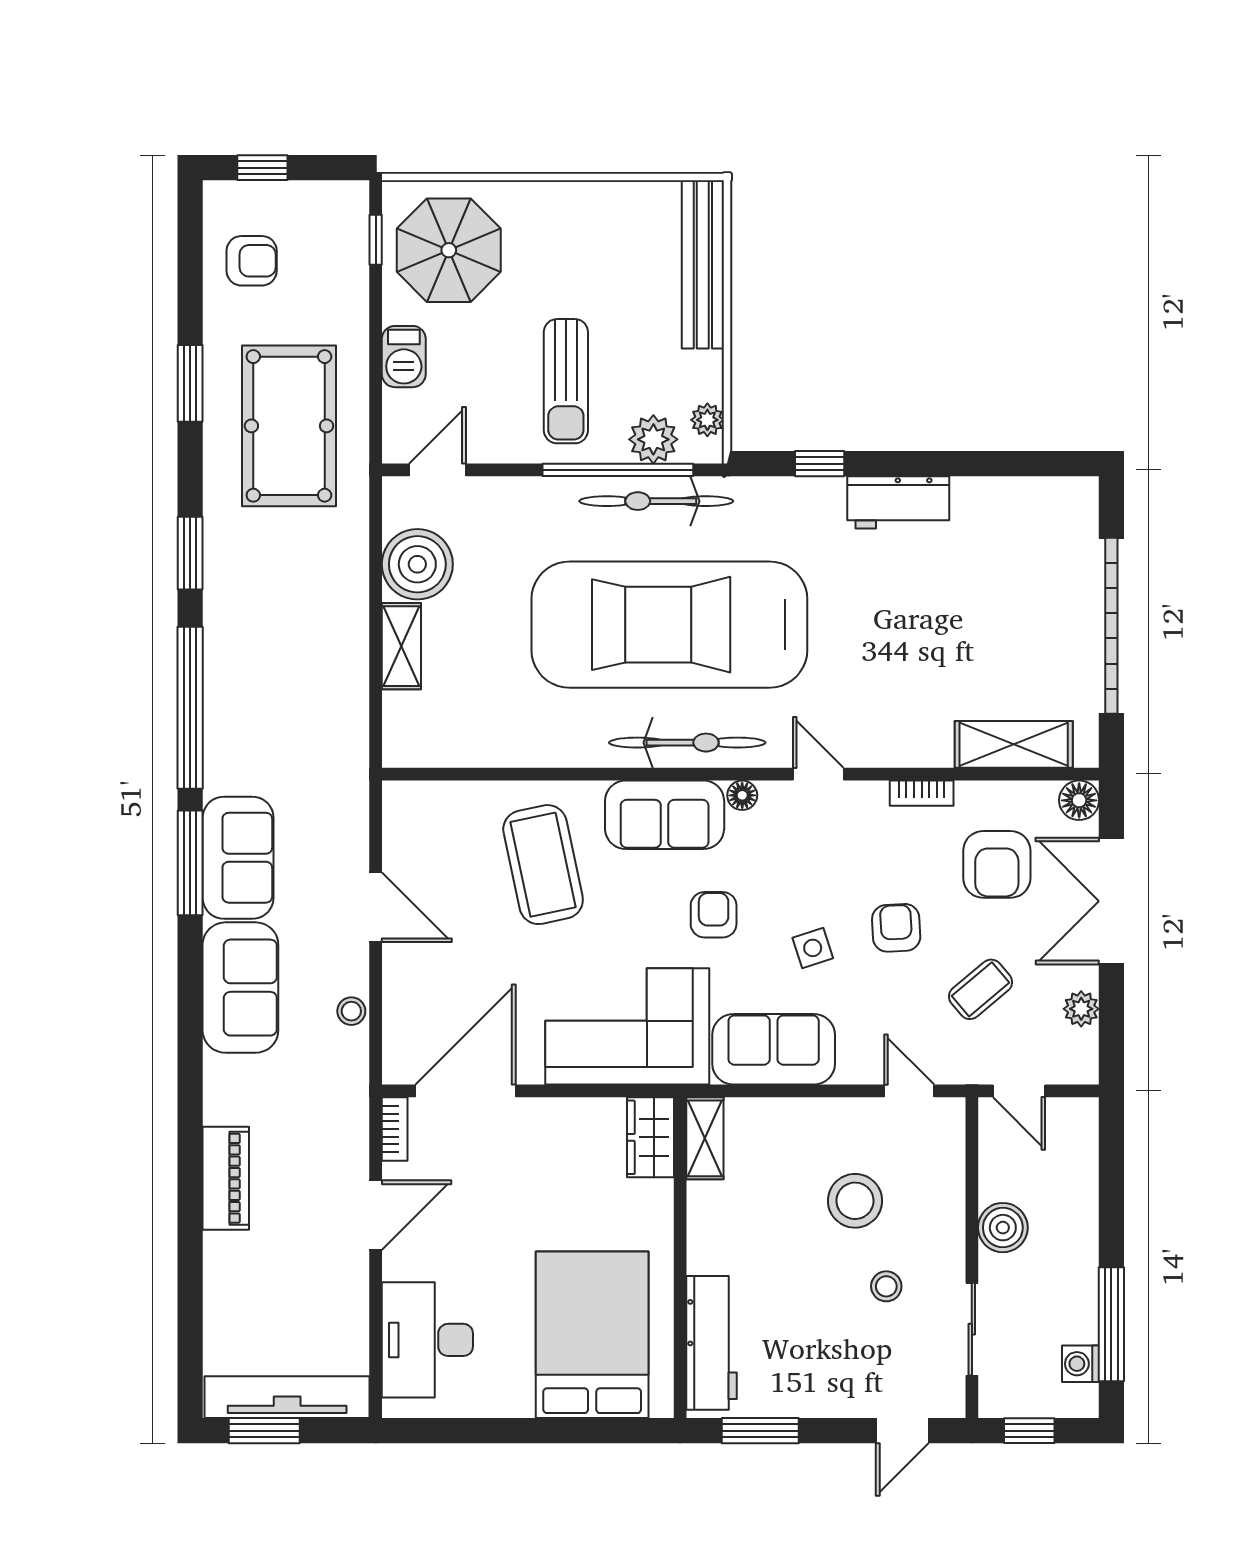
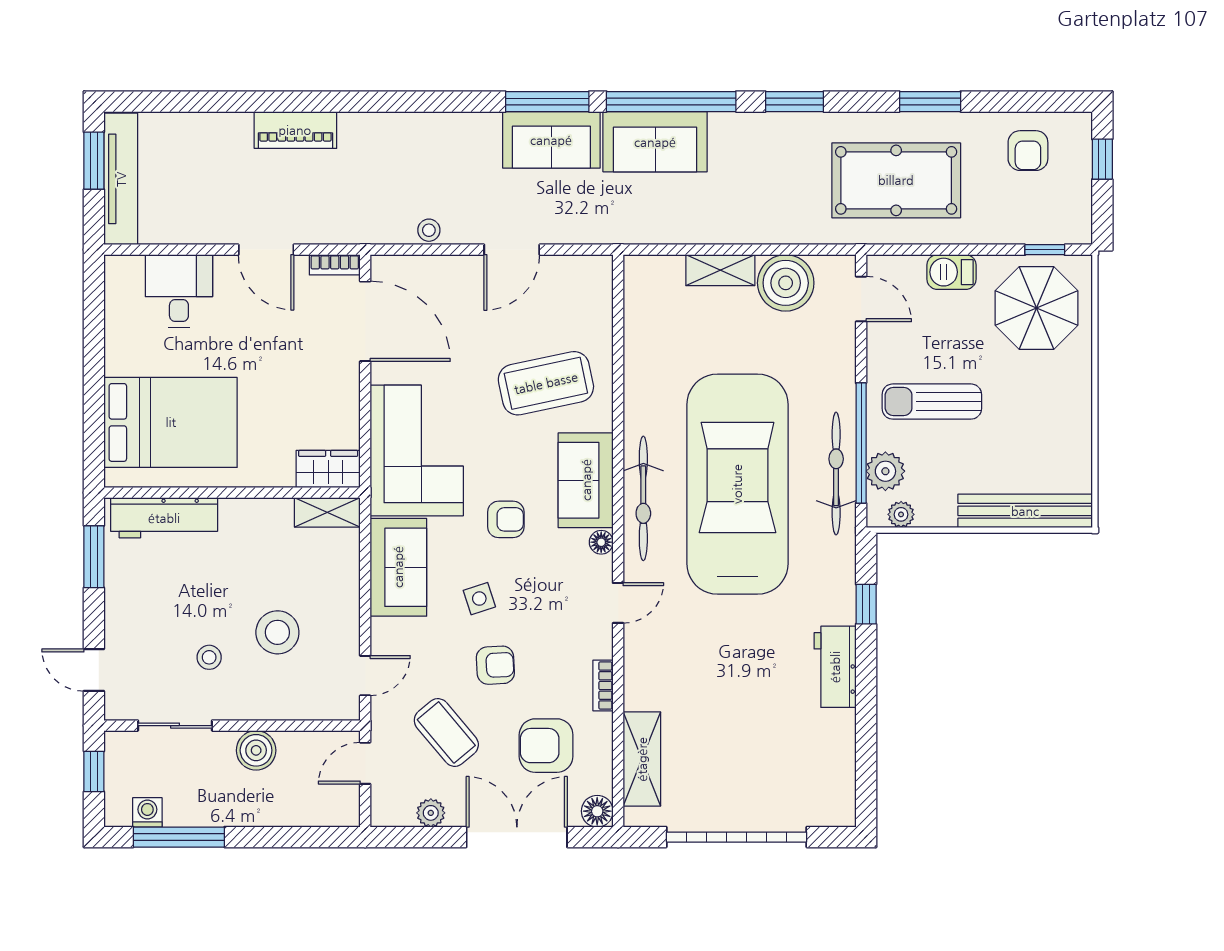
sofa: (240, 988) -> (655, 142), moved
coffee table: (980, 989) -> (446, 733), width x1.36, depth x1.30
desk: (427, 1340) -> (179, 291), width x0.73

